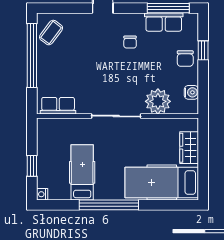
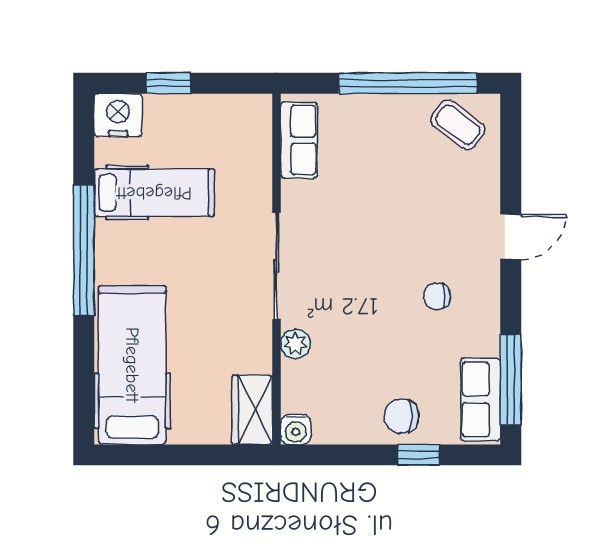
row of seats: (164, 22) -> (480, 399), moved
water cooler: (191, 92) -> (296, 429), moved
plant: (158, 101) -> (295, 344), width x0.53, depth x0.53
wardrobe: (189, 148) -> (252, 410), moved, turned -90
nightstand: (42, 194) -> (118, 115), width x1.89, depth x1.79

